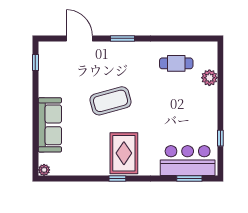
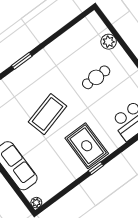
cafe table: (176, 63) -> (96, 77), moved

